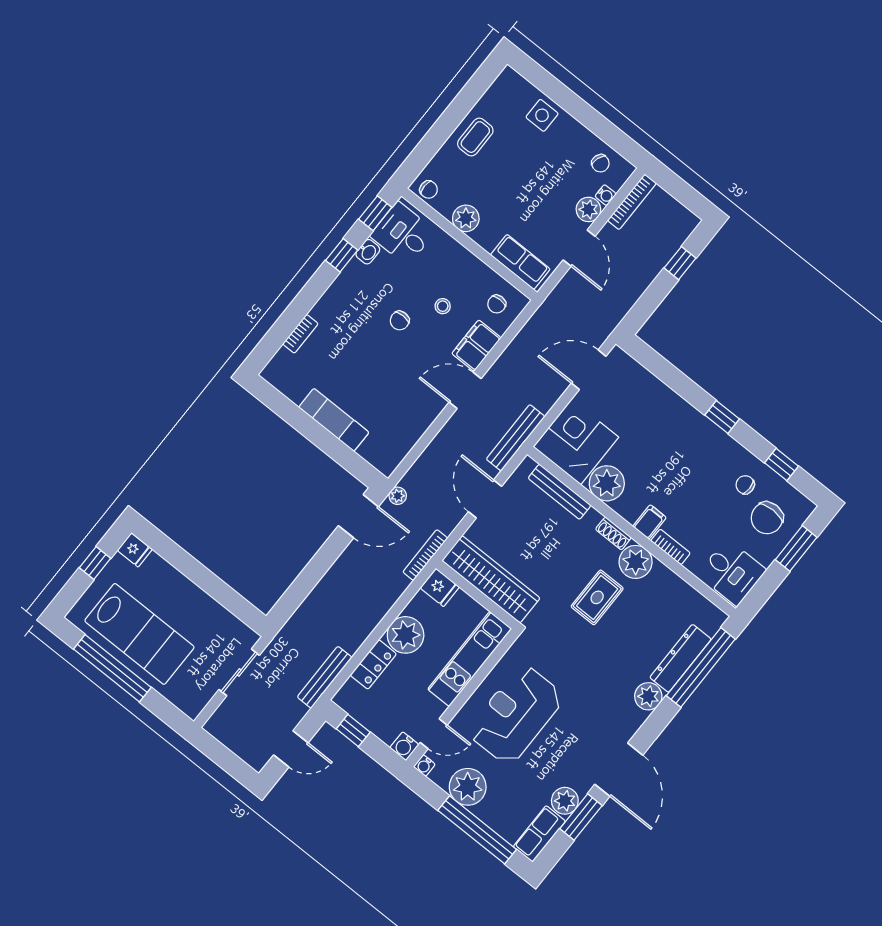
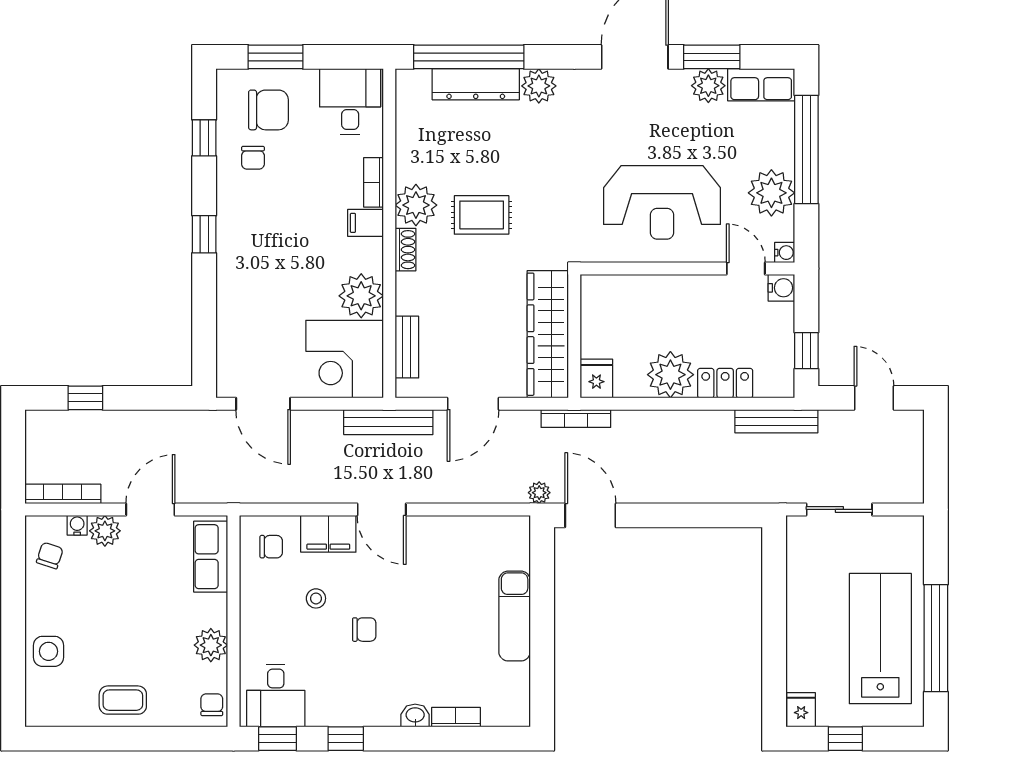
washbasin: (368, 252) -> (415, 716), moved
bench: (560, 492) -> (407, 347), width x0.73
kitchen unit: (470, 659) -> (644, 292), removed

